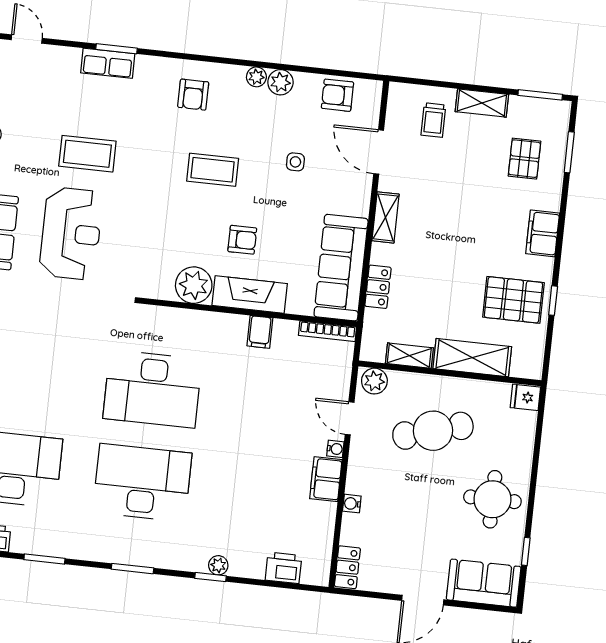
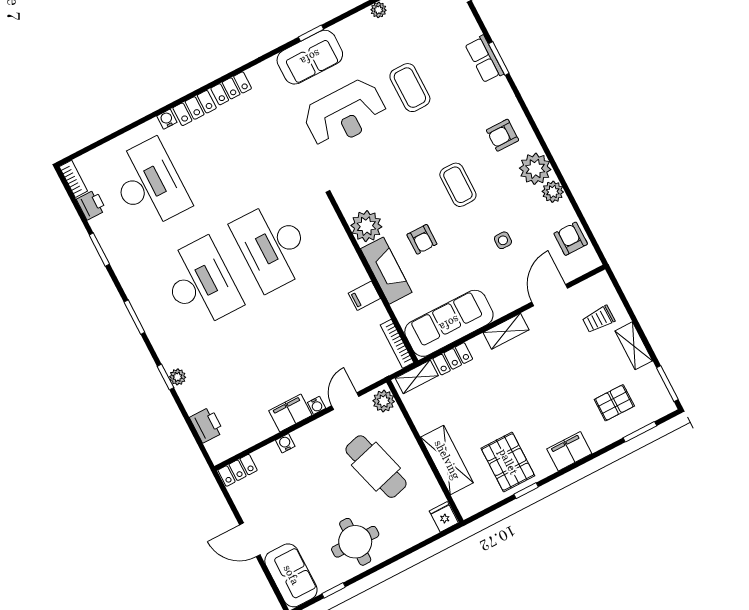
plant: (256, 77) -> (535, 169), width x1.88, depth x1.88
shelving: (409, 356) -> (417, 377), moved, turned 90

